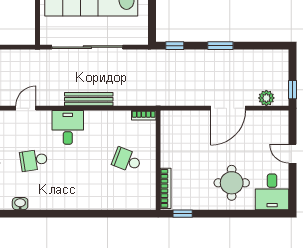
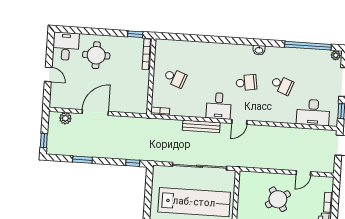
window: (220, 46) -> (82, 160), moved
window: (293, 90) -> (44, 141), moved
door: (26, 108) -> (239, 122), moved

